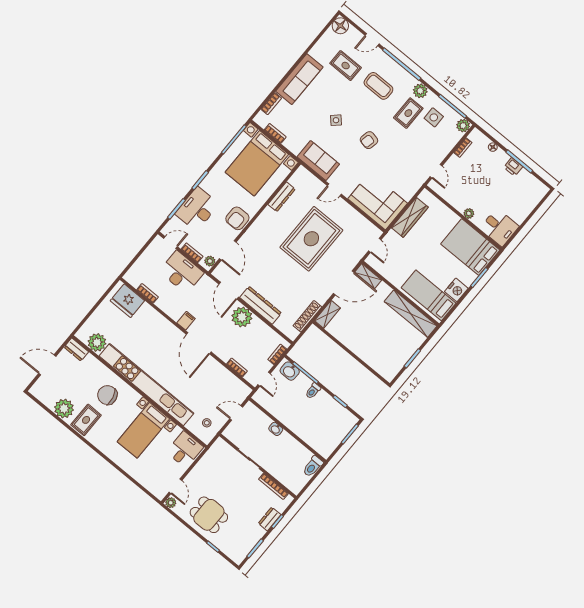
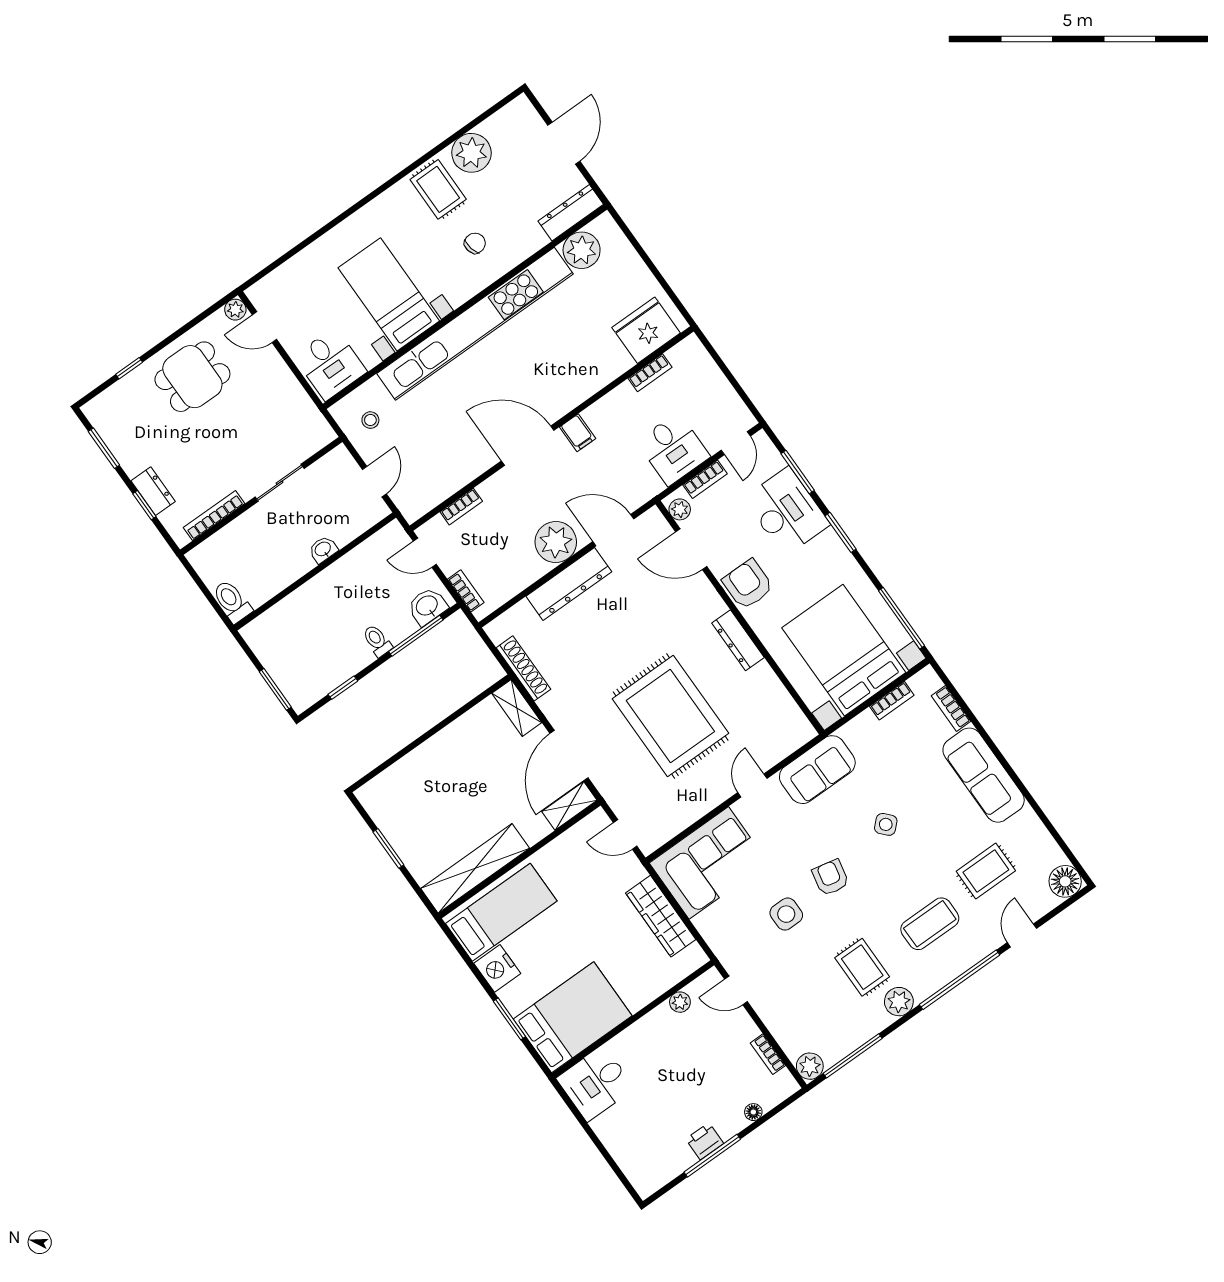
side table: (434, 117) -> (786, 914), moved
dresser: (282, 197) -> (738, 640), moved
plant: (469, 213) -> (680, 1002), moved
desk: (181, 272) -> (673, 449), width x0.73
dresser: (76, 350) -> (571, 213), width x1.44
chair: (107, 395) -> (475, 243), width x0.54, depth x0.54

